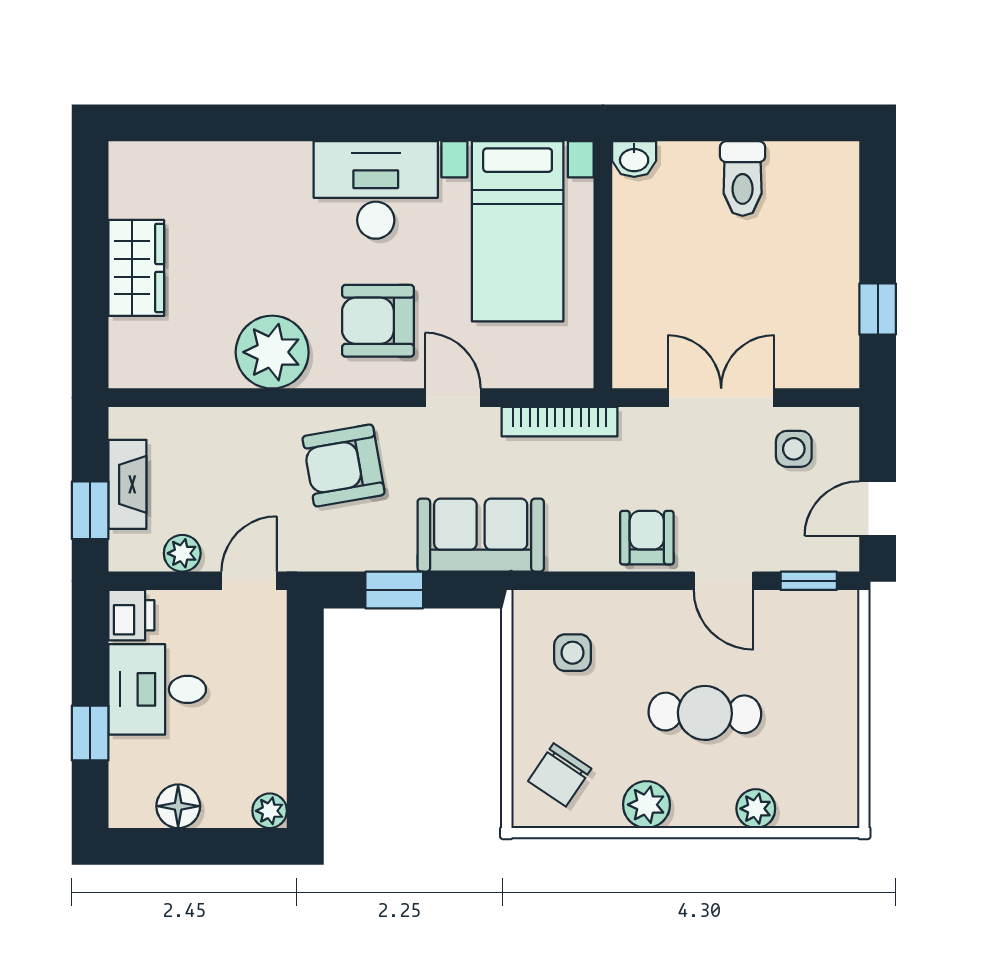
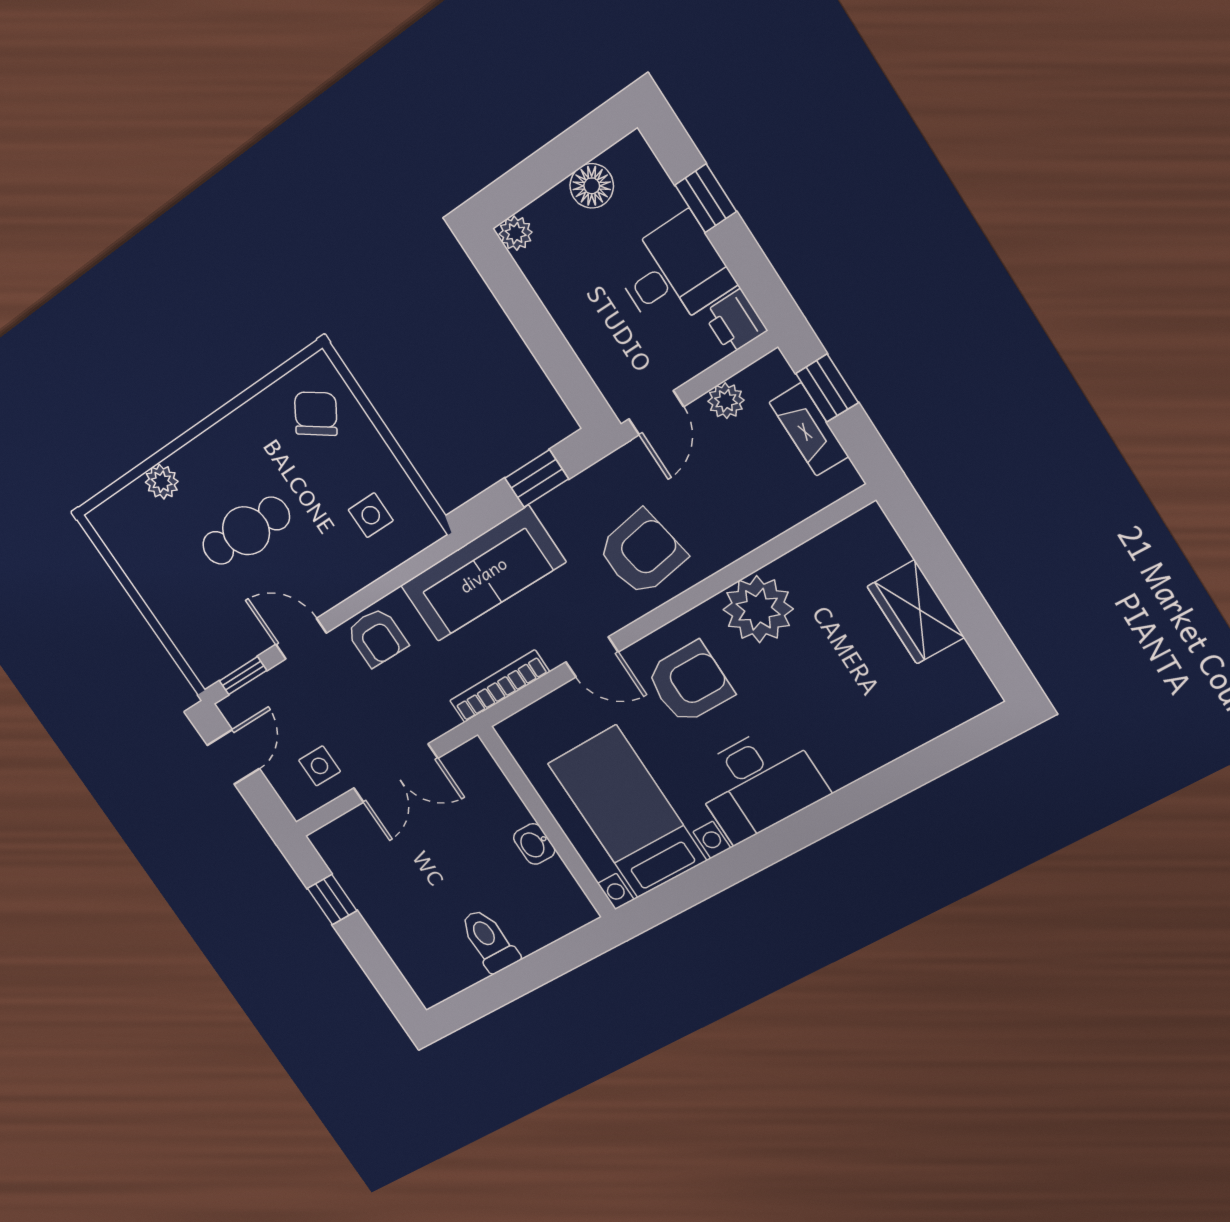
washbasin: (634, 159) -> (534, 844), moved, turned -90
sofa: (481, 535) -> (483, 574), width x1.36
plant: (646, 805) -> (239, 433), removed

